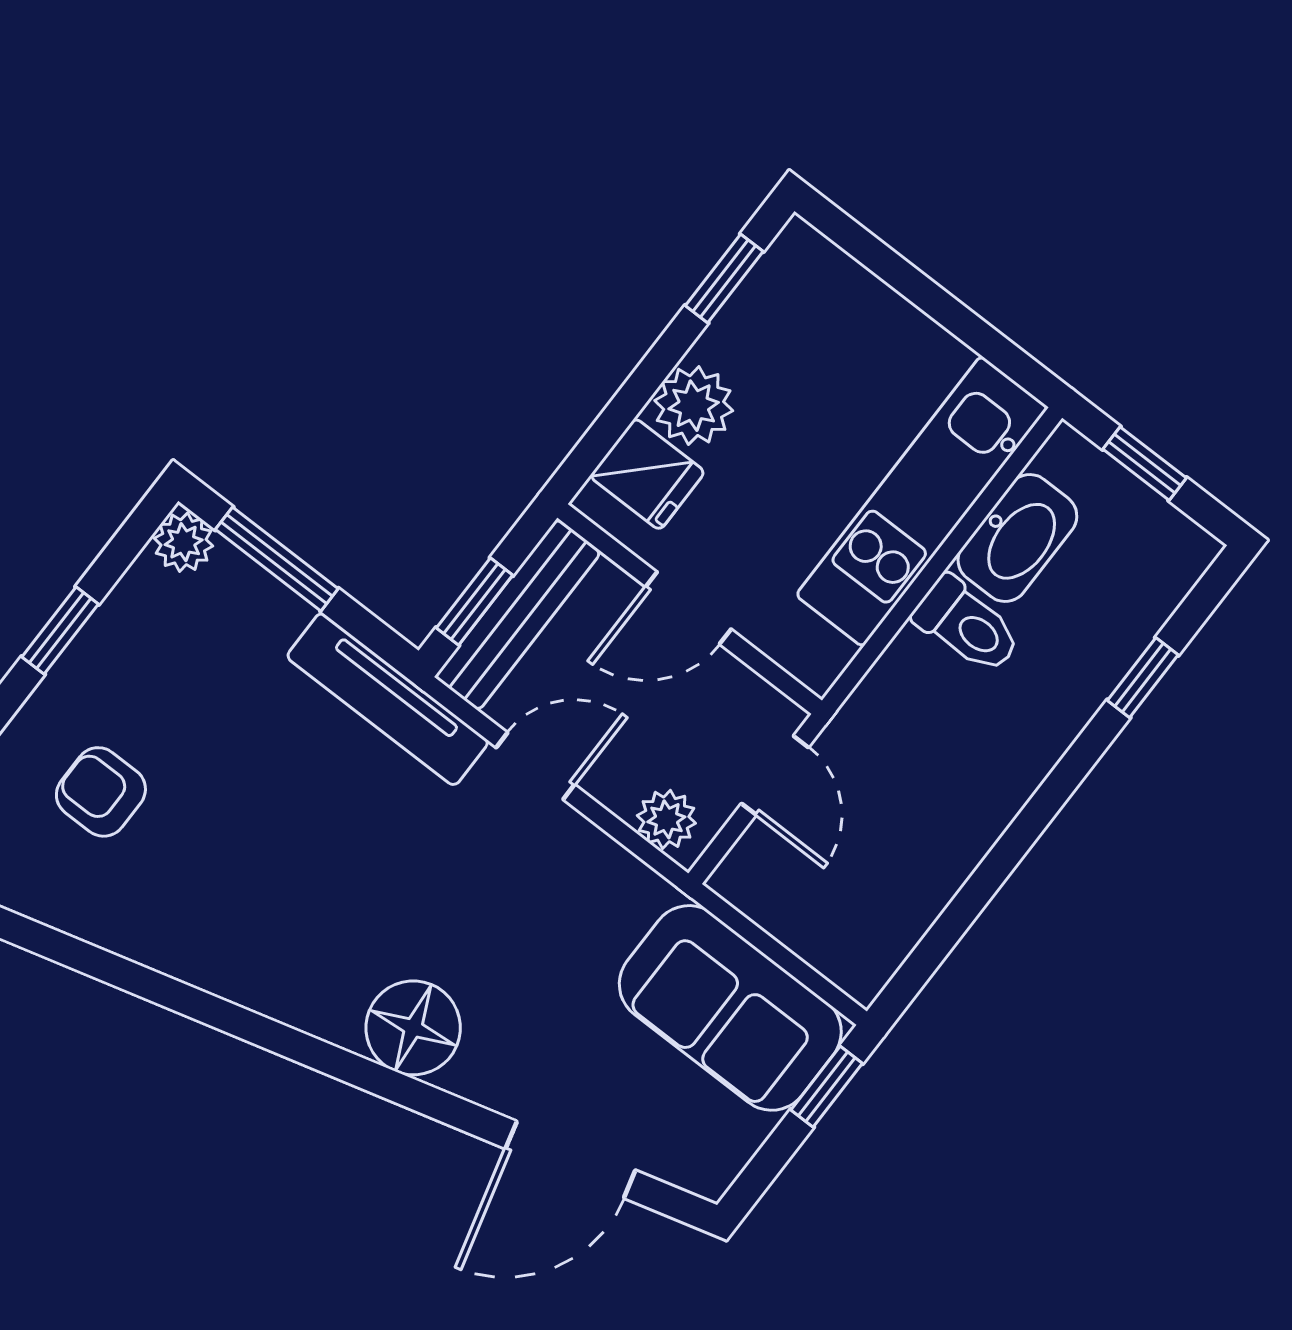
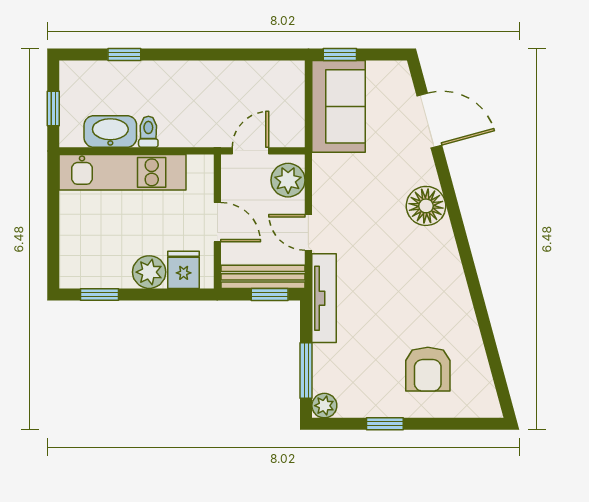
toilet: (967, 625) -> (148, 132), width x0.73, depth x0.72
armchair: (101, 792) -> (428, 369), width x1.38, depth x1.38
plant: (666, 819) -> (288, 180), width x1.38, depth x1.38

